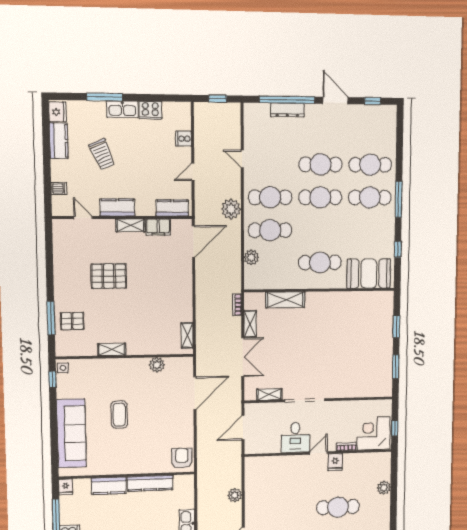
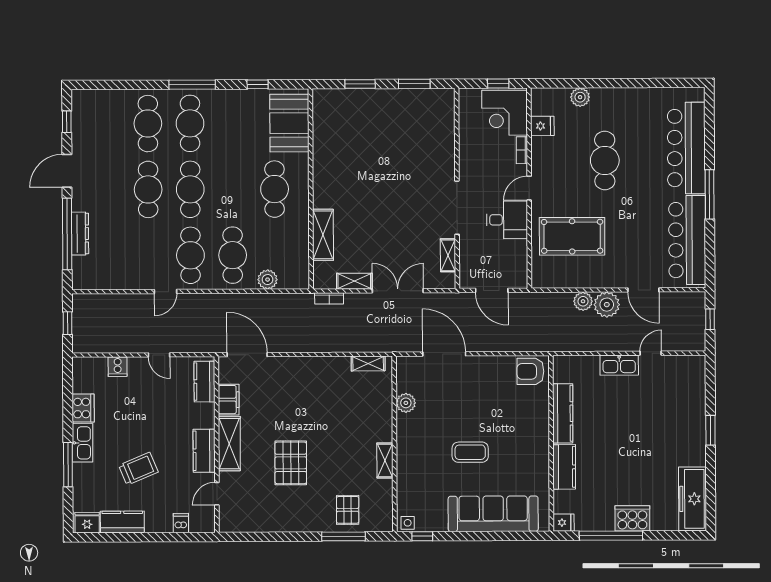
door: (242, 159) -> (166, 292), moved
plant: (231, 209) -> (607, 305), moved
shelving: (130, 225) -> (229, 444), width x1.50, depth x1.33
door: (318, 453) -> (529, 188), hinge flipped
fridge: (335, 462) -> (542, 126), moved
pool table: (283, 485) -> (572, 236), added

